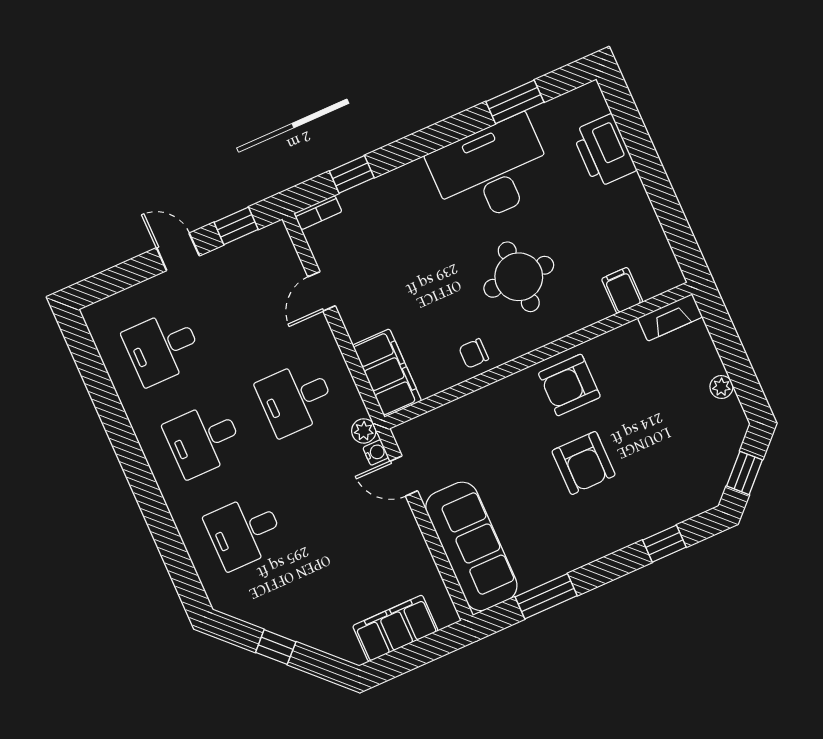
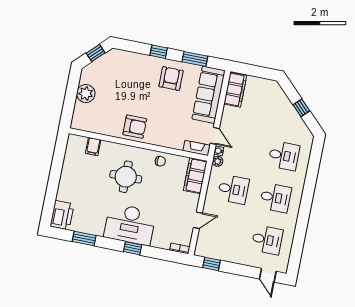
printer: (604, 151) -> (62, 215), moved
desk: (491, 171) -> (130, 224), moved
window: (352, 174) -> (133, 248), moved
door: (178, 252) -> (268, 275), moved
fireplace: (670, 317) -> (197, 148), moved
plant: (721, 387) -> (86, 94), width x1.88, depth x1.88
armchair: (584, 463) -> (171, 78), moved
window: (664, 544) -> (159, 52), moved
filing cabinet: (395, 628) -> (235, 90), moved, turned -90

